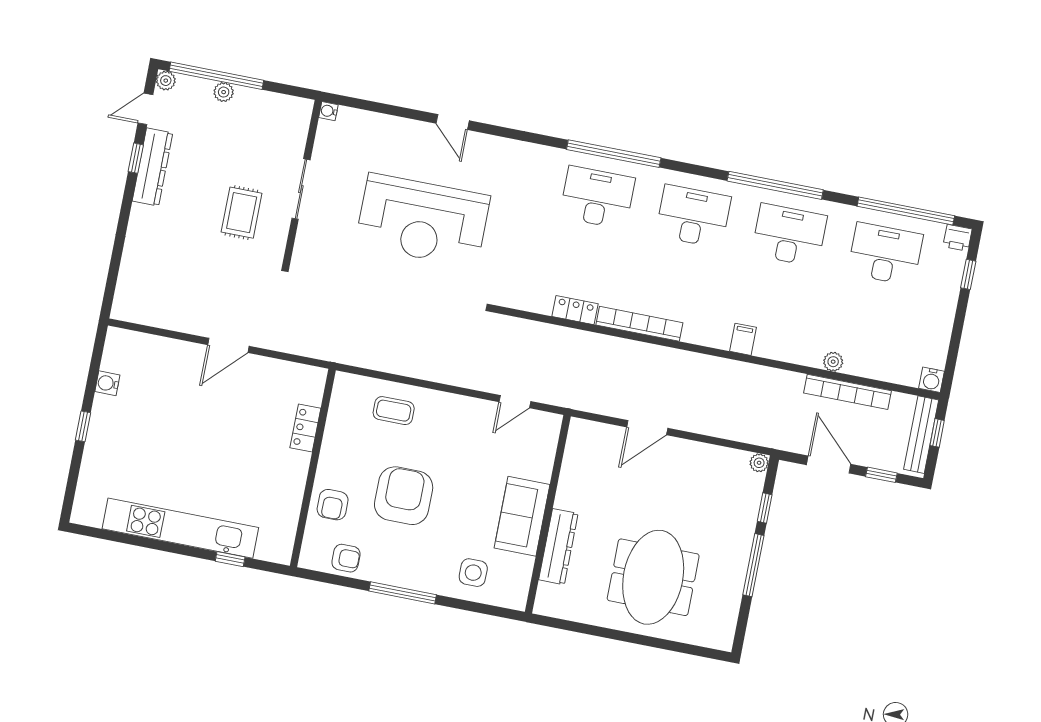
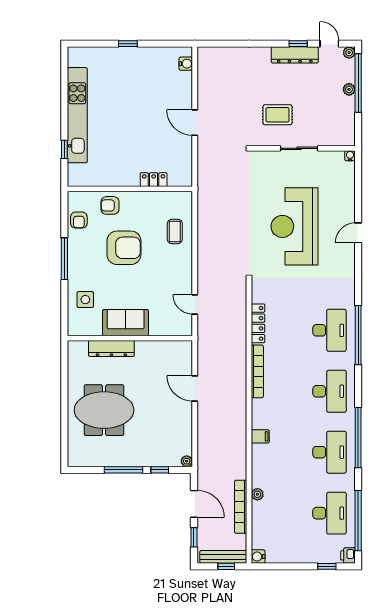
locker: (575, 310) -> (258, 323), width x1.53
water cooler: (107, 383) -> (186, 64), moved, turned 90
door: (829, 464) -> (194, 504), hinge flipped

